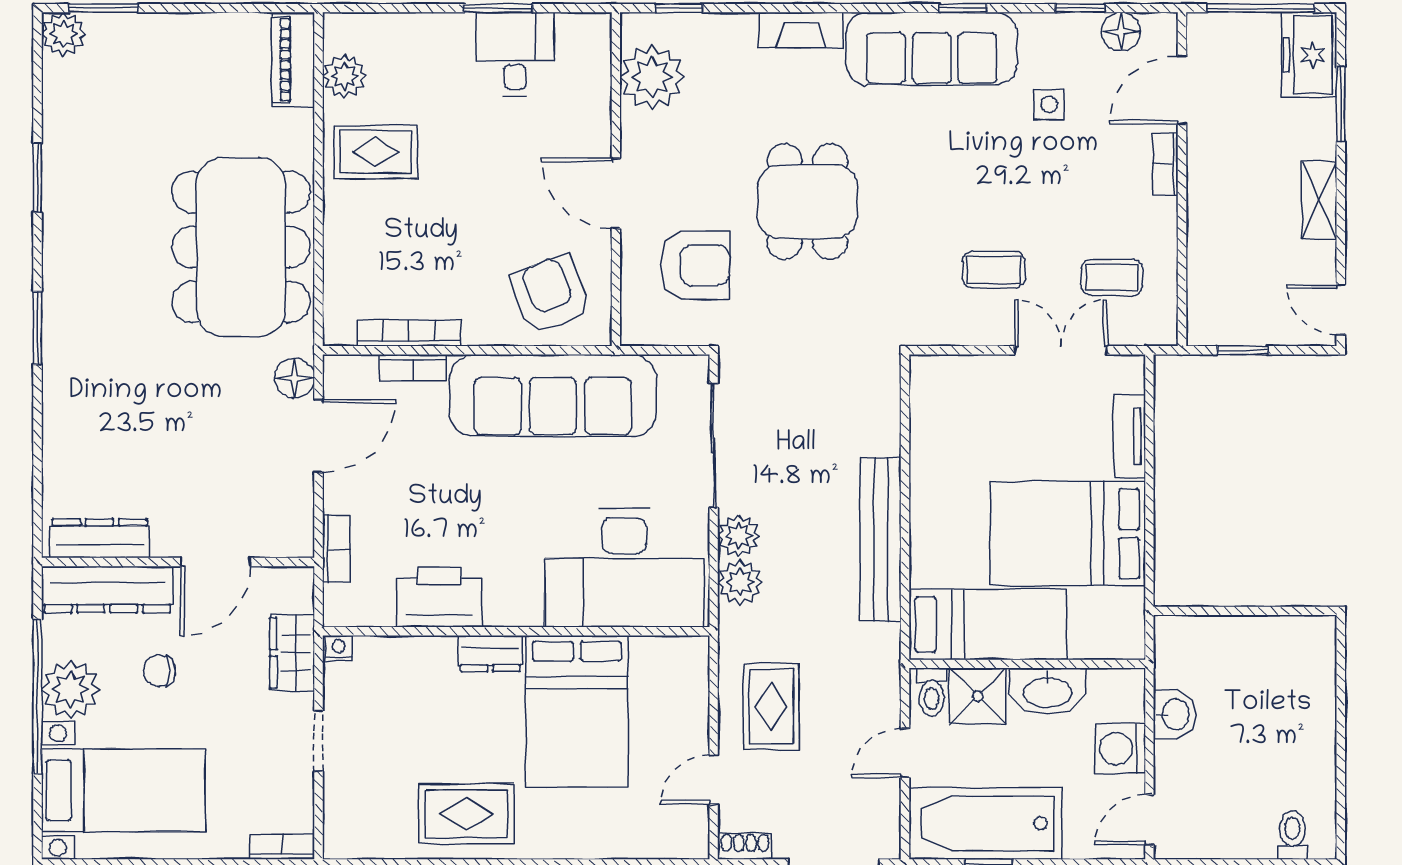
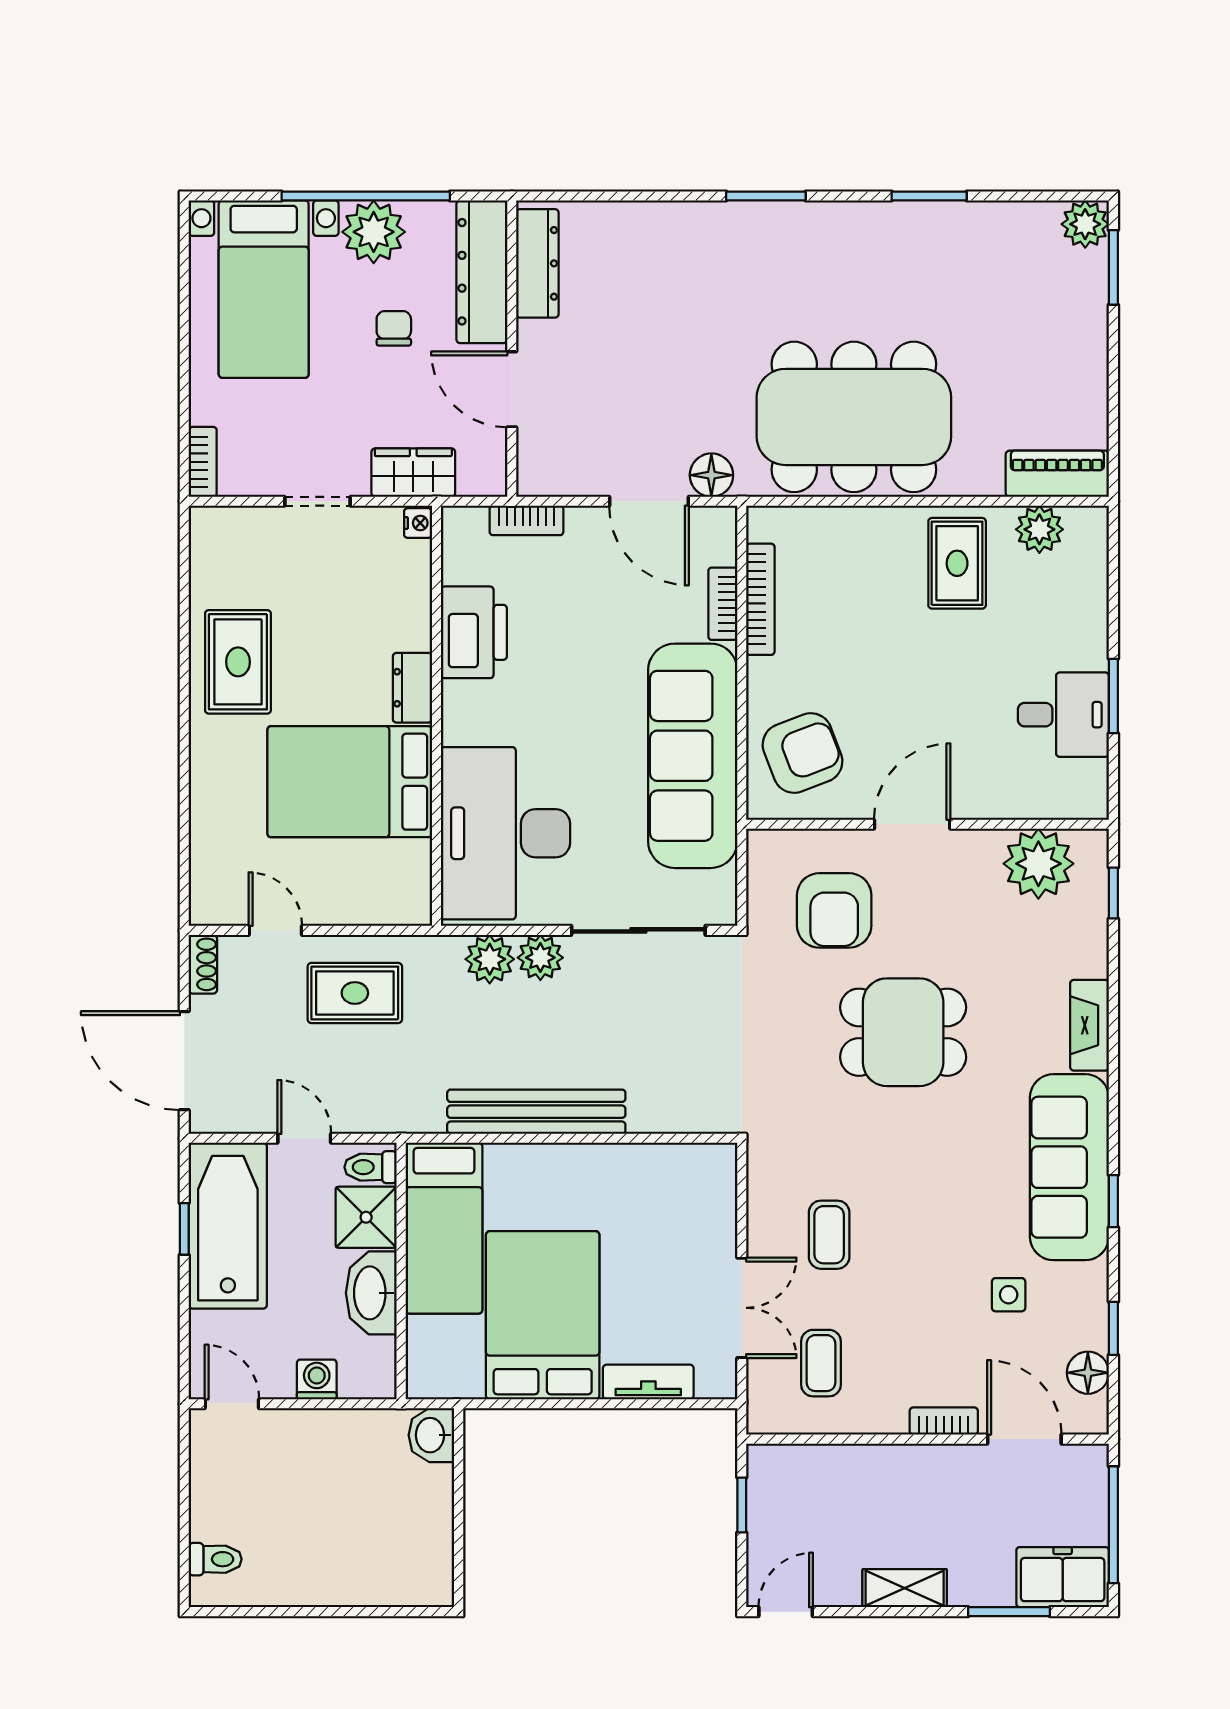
washbasin: (1174, 714) -> (431, 1435), moved, turned 90
washing machine: (1120, 748) -> (317, 1379), width x0.73, depth x0.73

